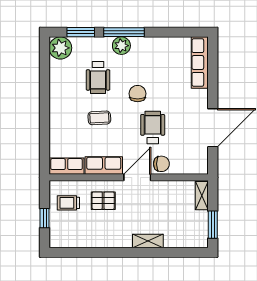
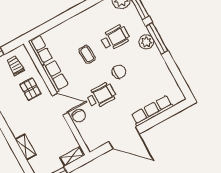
row of seats: (200, 62) -> (152, 111), moved
wheelchair: (98, 77) -> (115, 38), turned 180
shelving: (148, 241) -> (26, 147), moved

